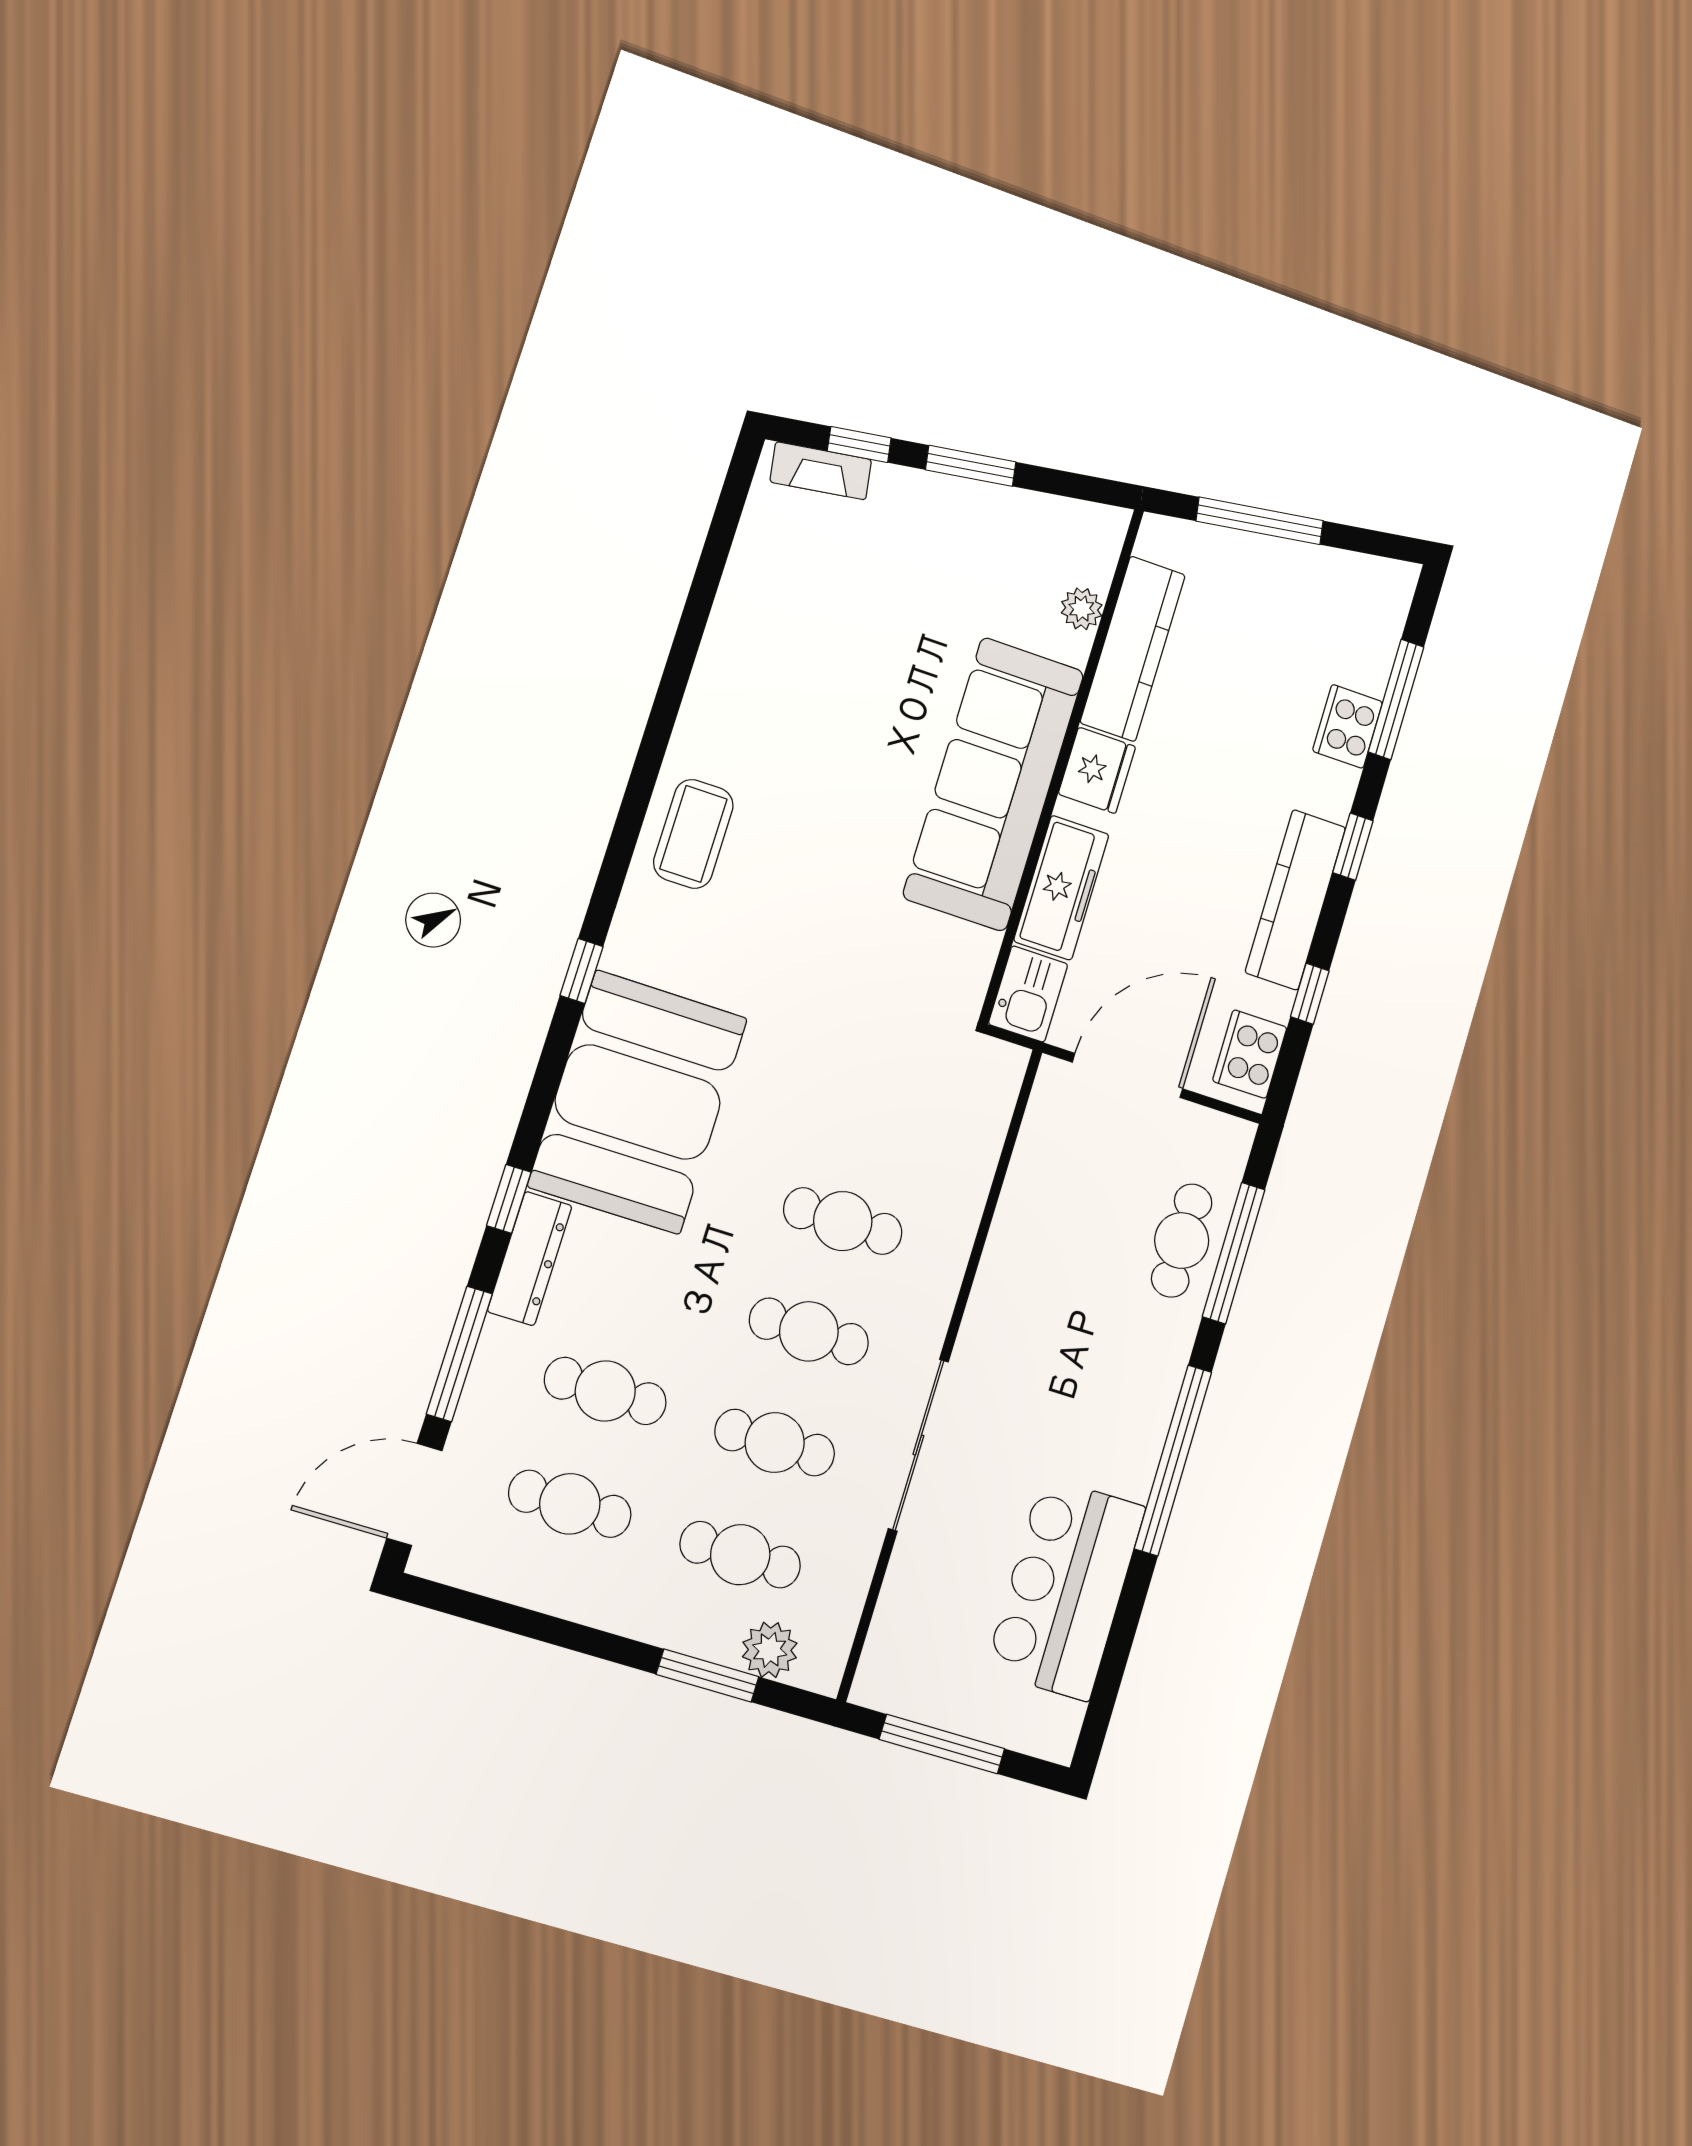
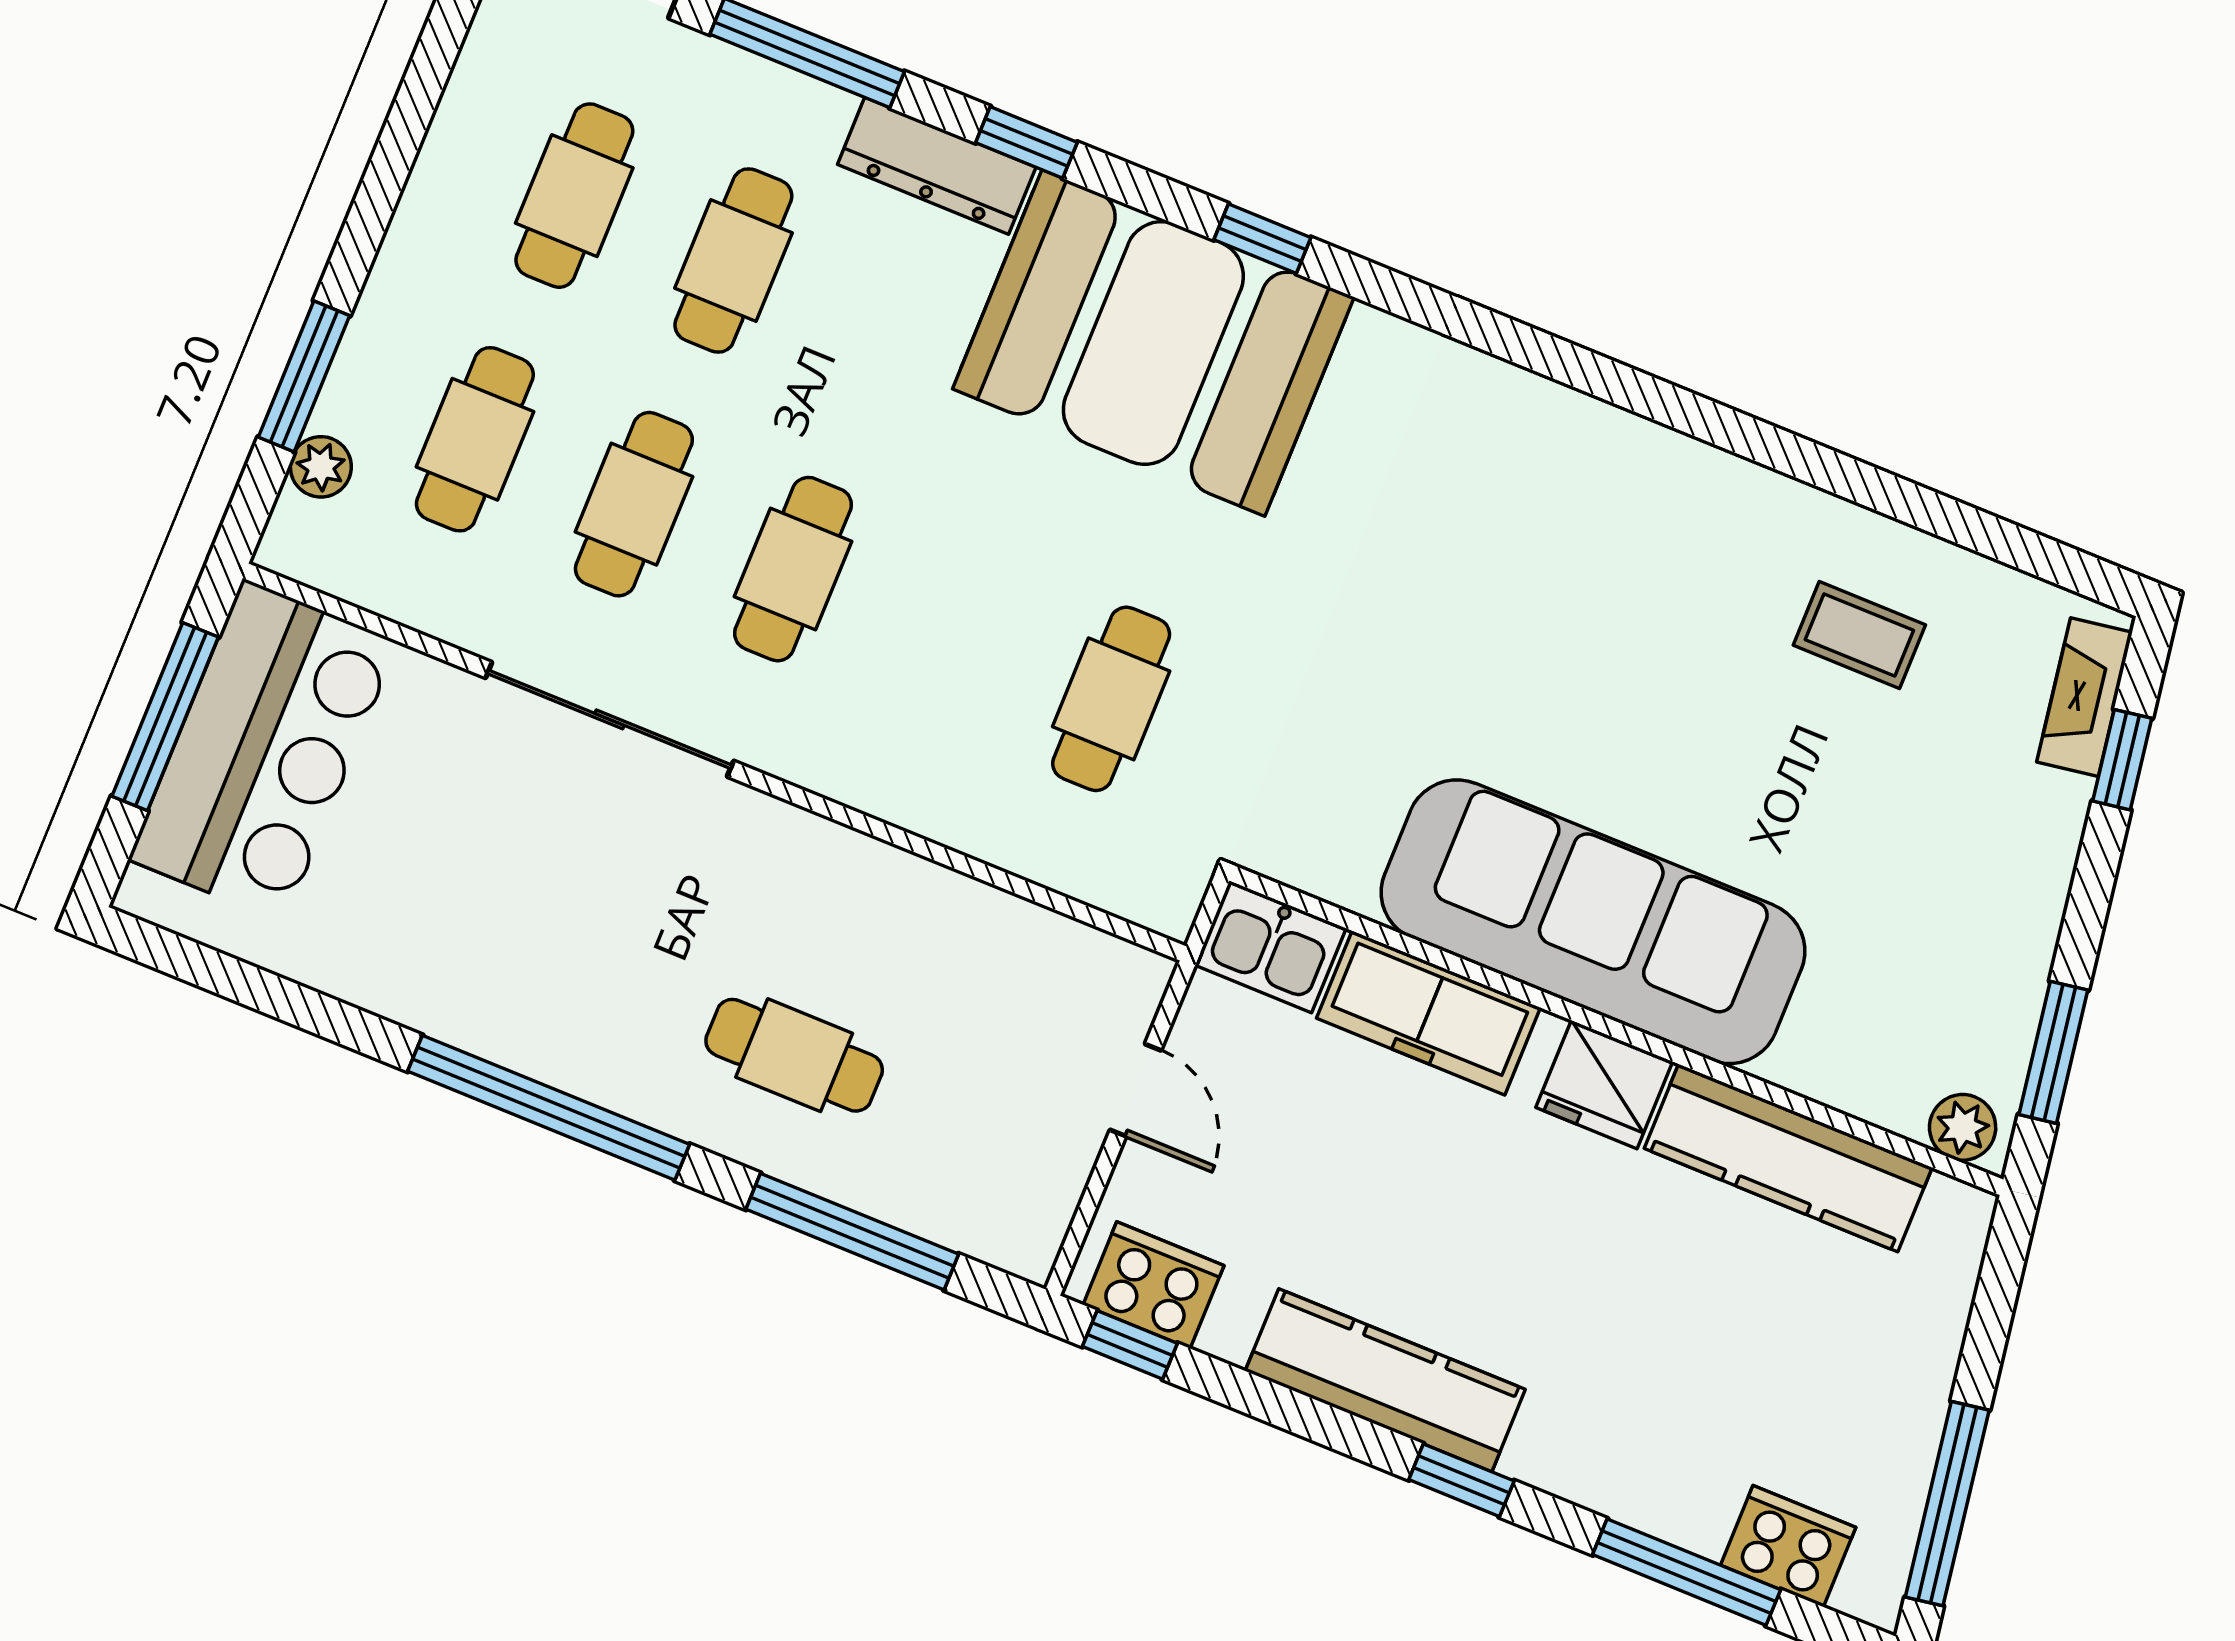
window: (971, 466) -> (2053, 1052), moved
window: (1260, 521) -> (1947, 1504), moved
plant: (1082, 609) -> (1963, 1127), moved
cooker: (1347, 726) -> (1788, 1546), moved
coffee table: (693, 834) -> (1859, 635), moved, width x0.73, depth x0.77
window: (582, 971) -> (1262, 239), moved
window: (1310, 994) -> (1130, 1345), moved
door: (1128, 1075) -> (1135, 1090), width x0.53
cafe table: (843, 1221) -> (1111, 699), moved
cafe table: (1182, 1241) -> (794, 1055), moved
bar counter: (1065, 1589) -> (263, 751), moved, turned 90
plant: (770, 1650) -> (321, 467), width x0.73, depth x0.73

